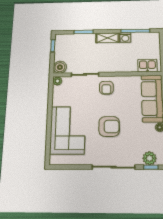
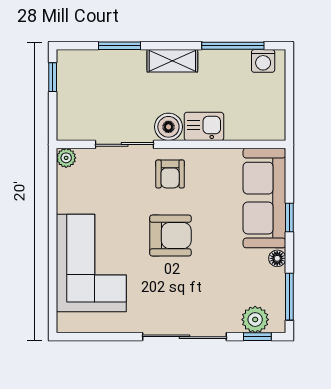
washing machine: (125, 37) -> (263, 61), moved
kitchen sink: (147, 66) -> (204, 126), moved
boiler: (60, 67) -> (168, 127), moved
armchair: (109, 126) -> (170, 236), moved

